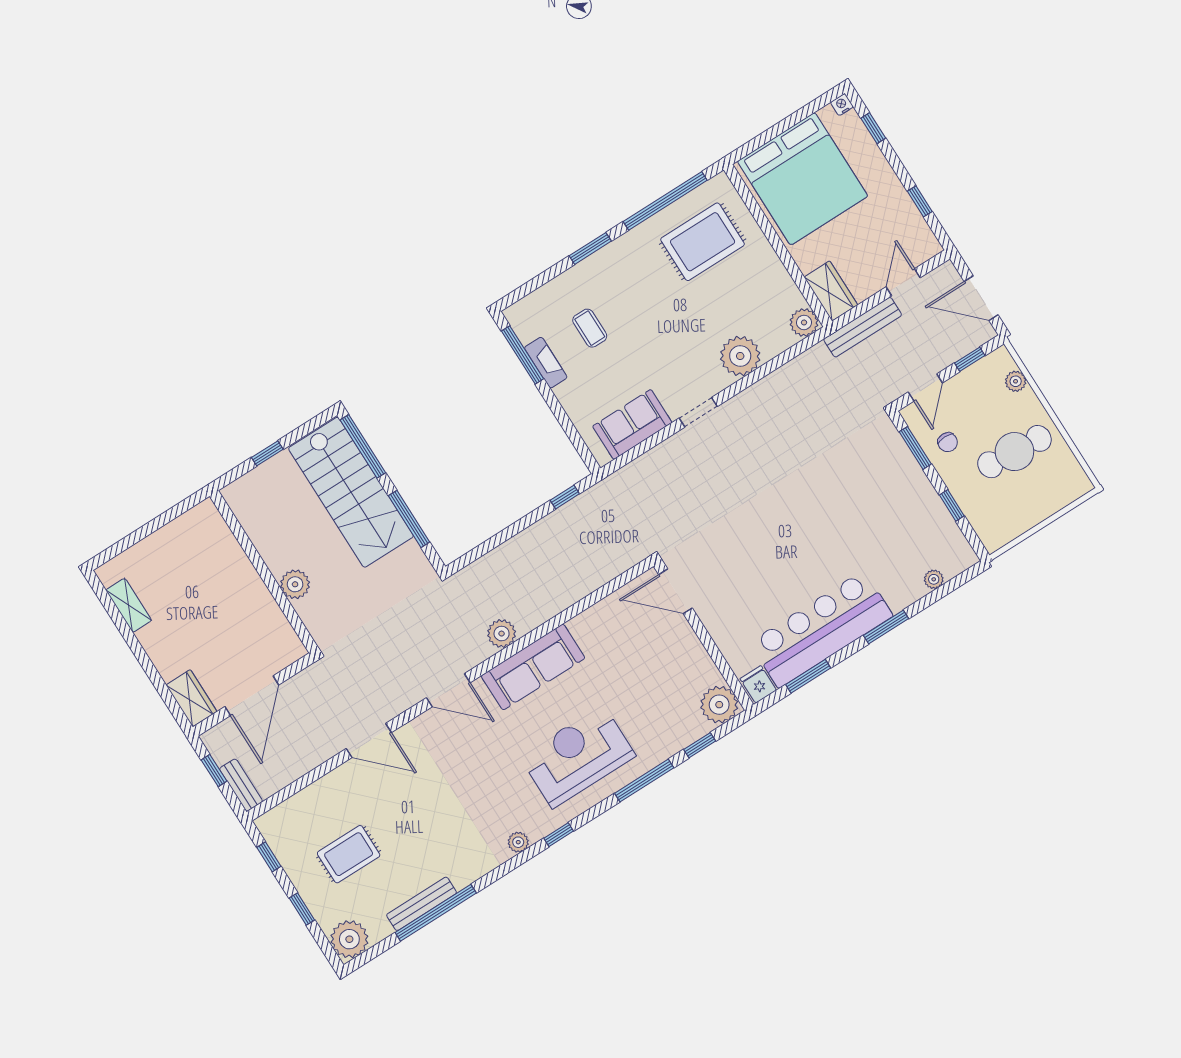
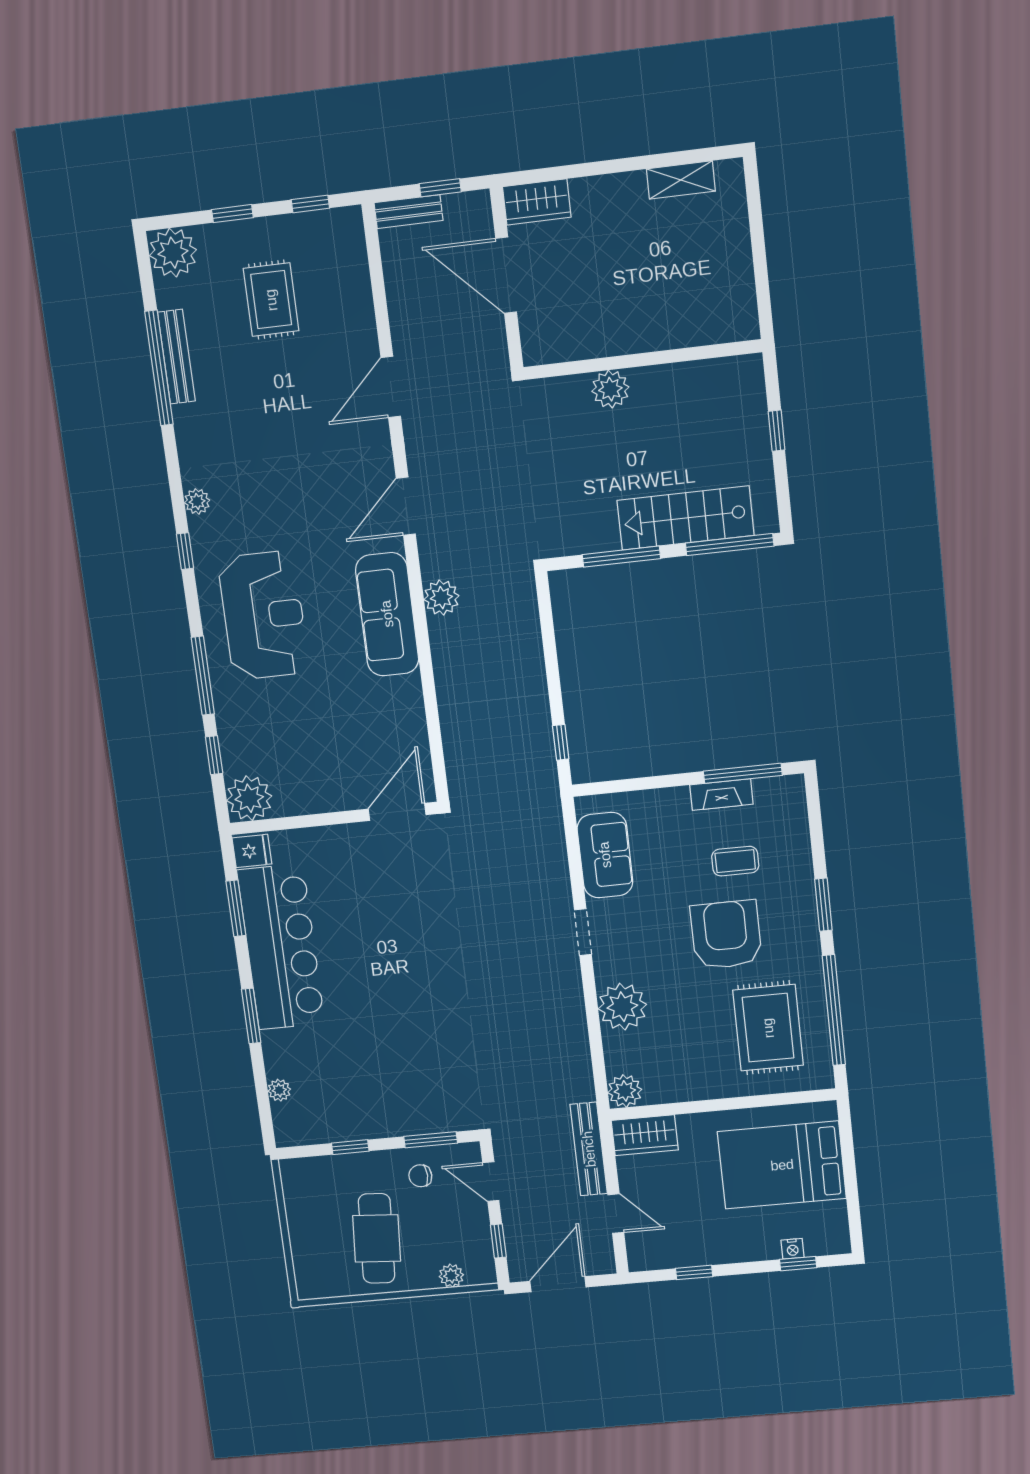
nightstand: (842, 105) -> (793, 1249), moved, turned 90
bed: (803, 179) -> (782, 1165), width x0.73
armchair: (648, 307) -> (726, 935), added
stairs: (351, 492) -> (686, 518), width x0.73, depth x0.66

